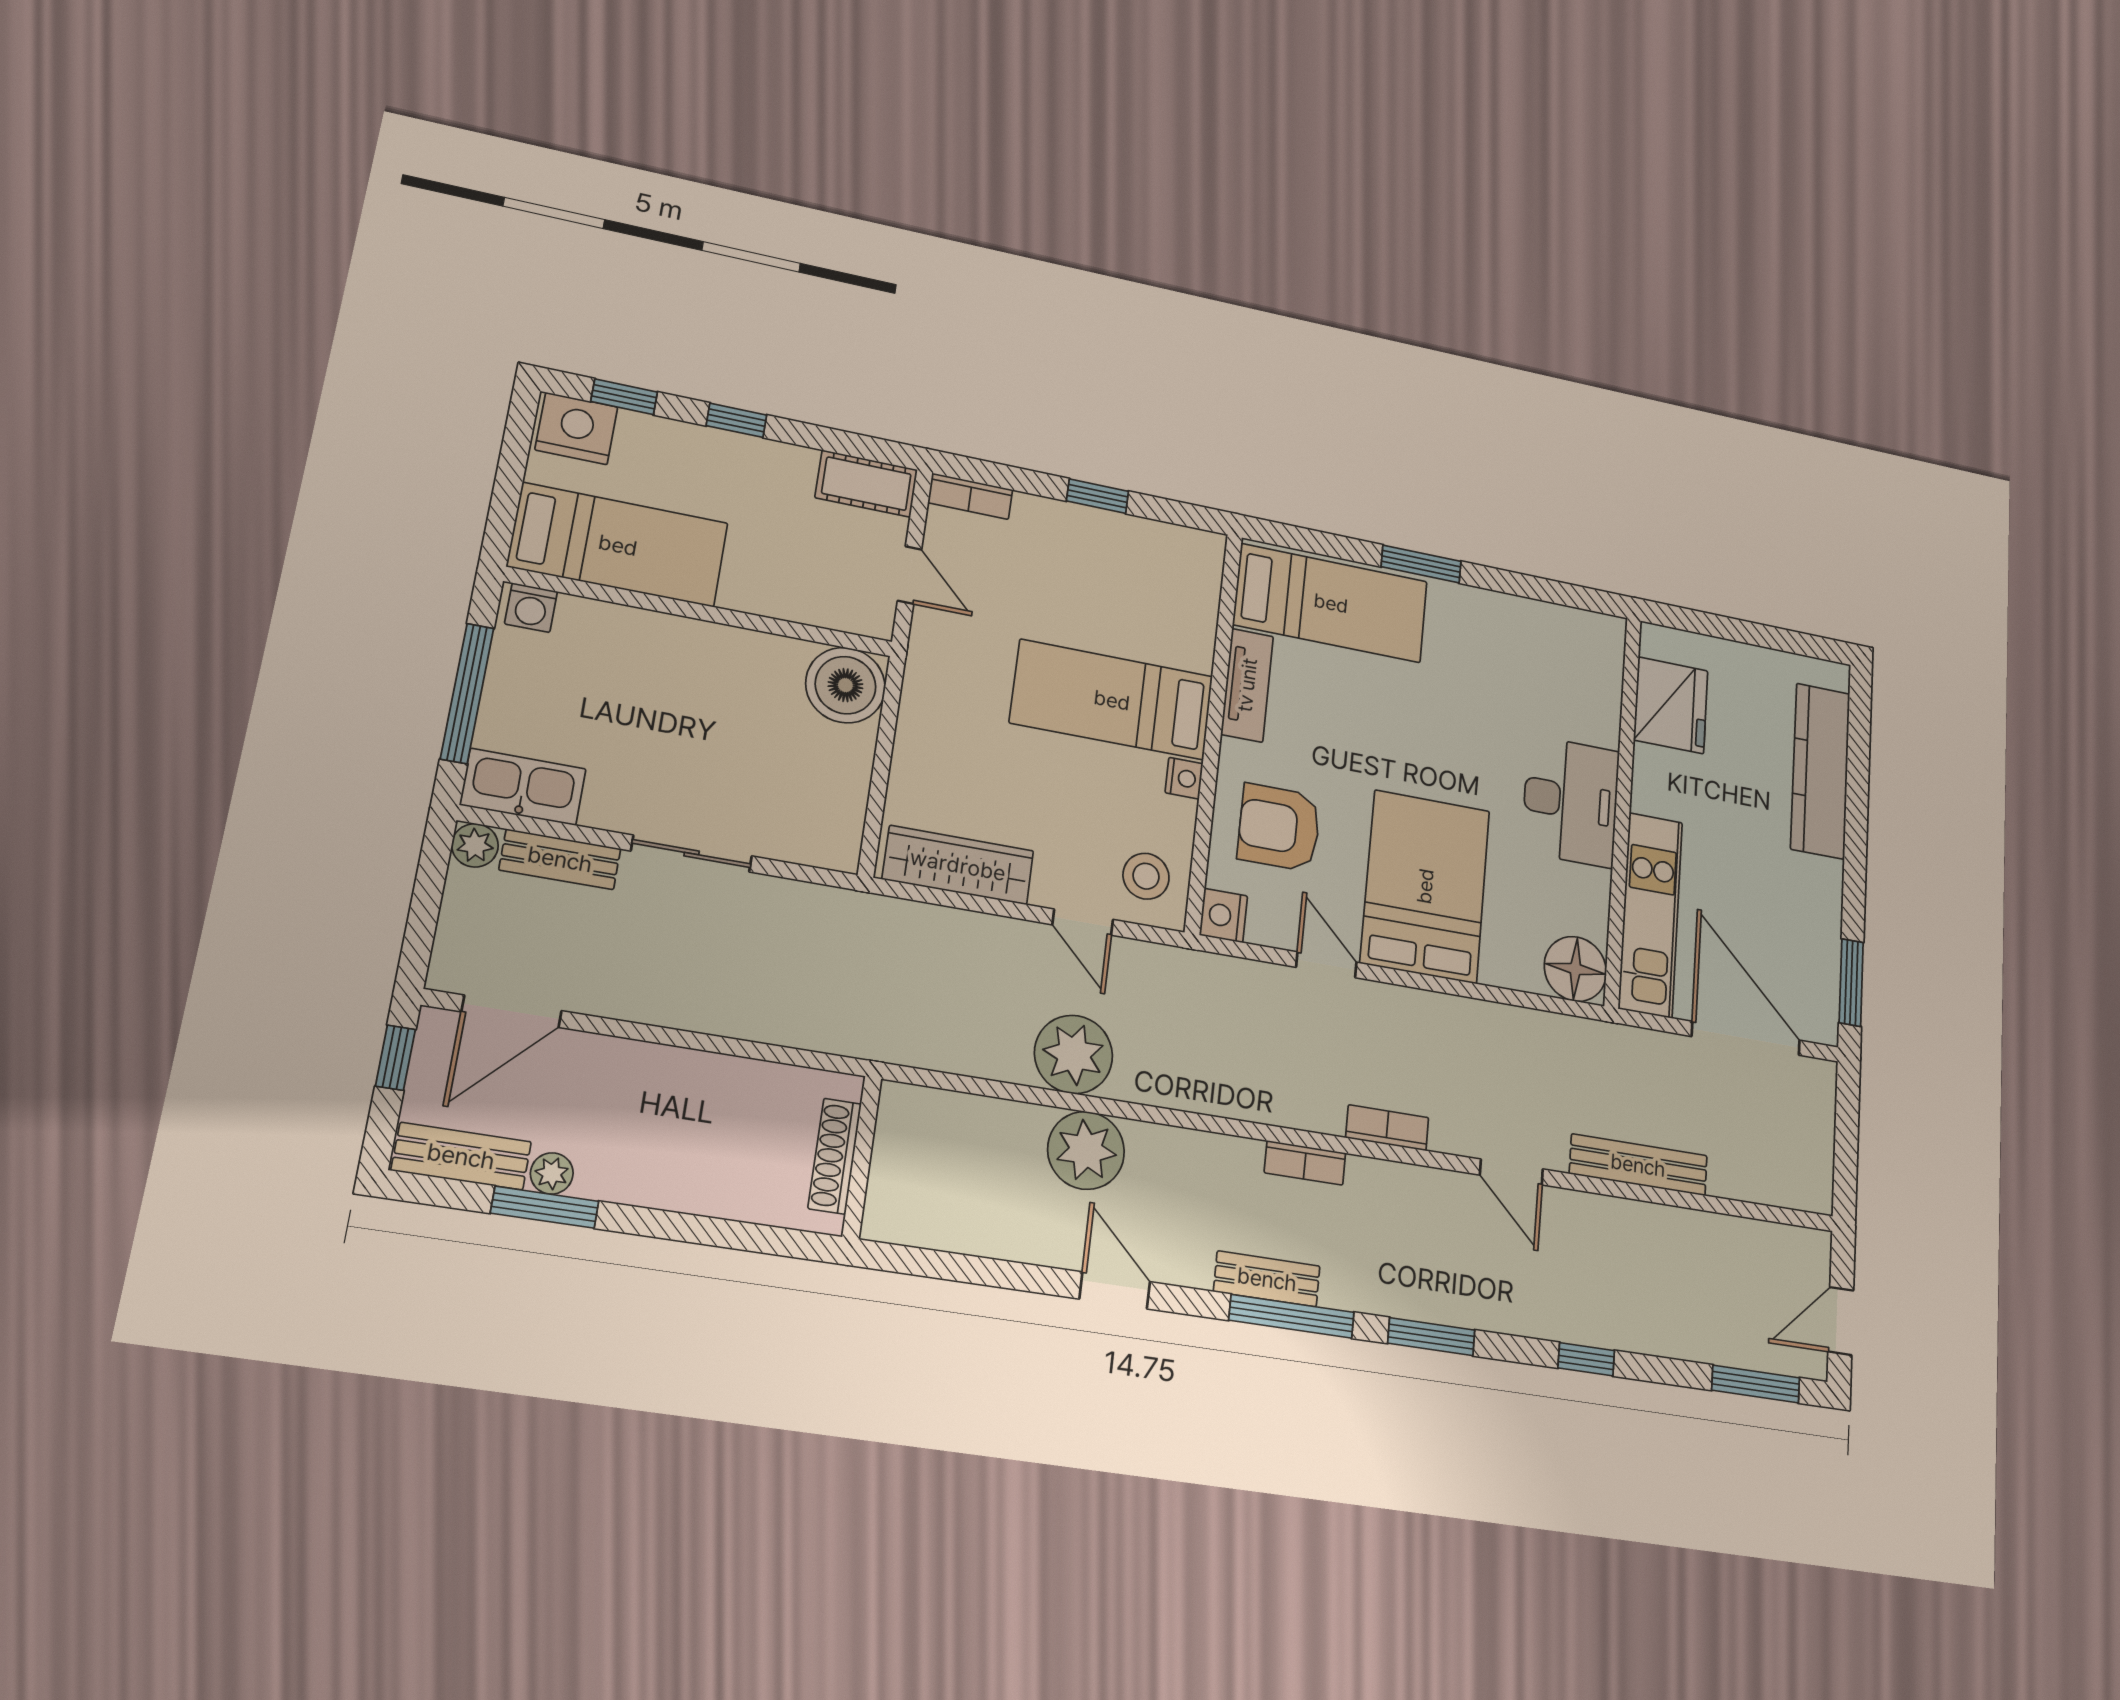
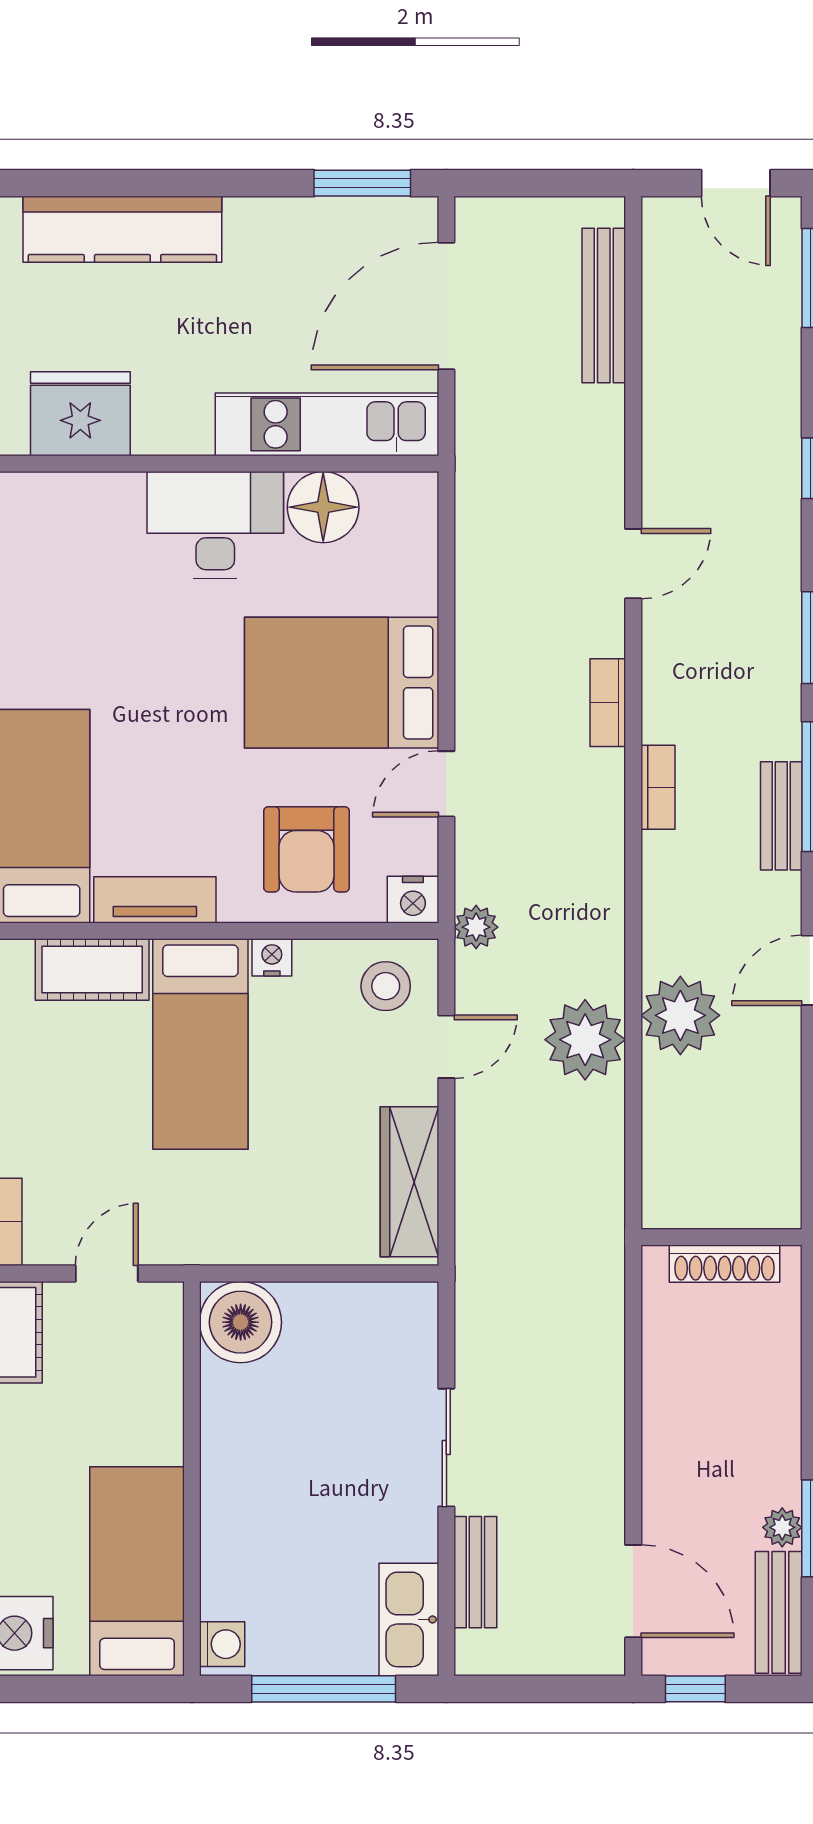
cot: (1191, 618) -> (92, 970), added
plant: (475, 845) -> (476, 927), moved
floor lamp: (1575, 969) -> (323, 507), moved
bench: (1638, 1165) -> (604, 306), moved

